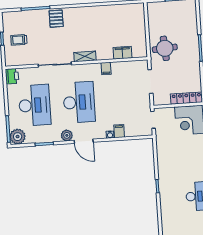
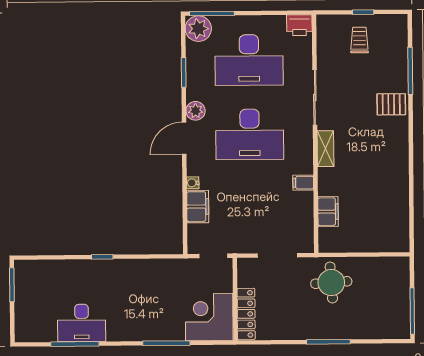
filing cabinet: (119, 131) -> (198, 207), width x2.00

